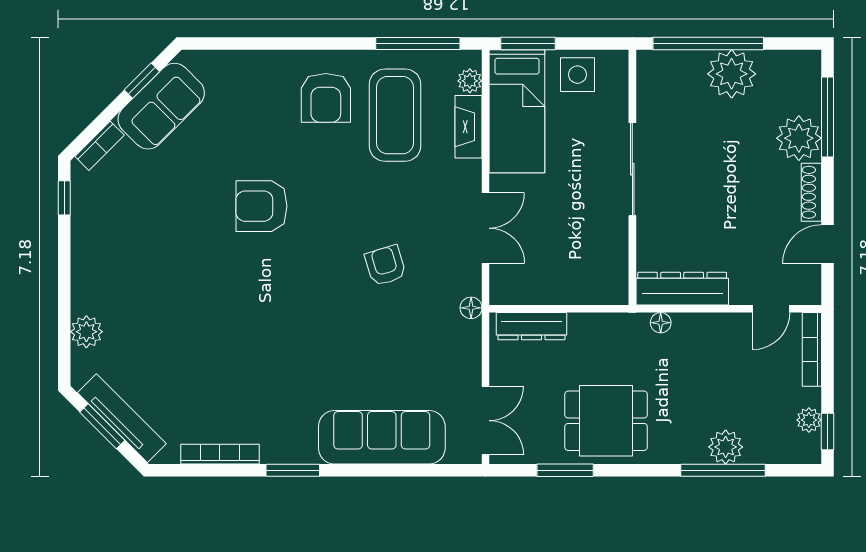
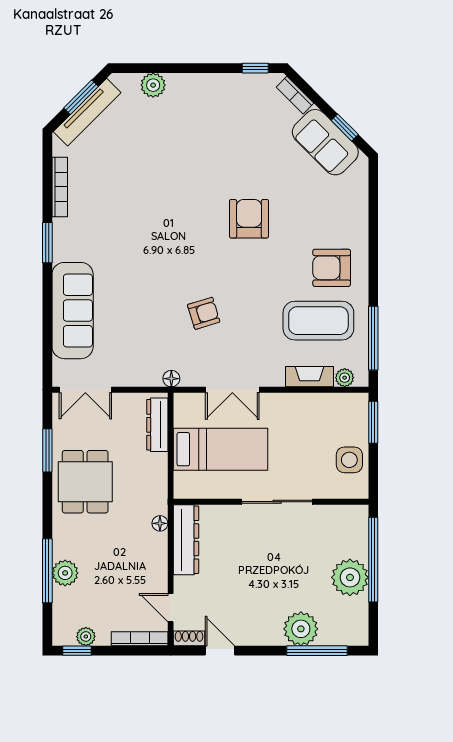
bed: (517, 111) -> (220, 449), moved, turned 180
shoe rack: (811, 192) -> (189, 638), moved, width x0.70

